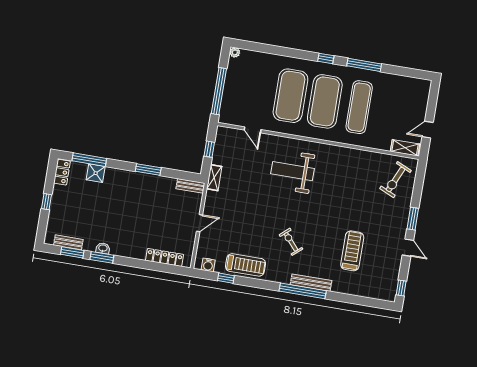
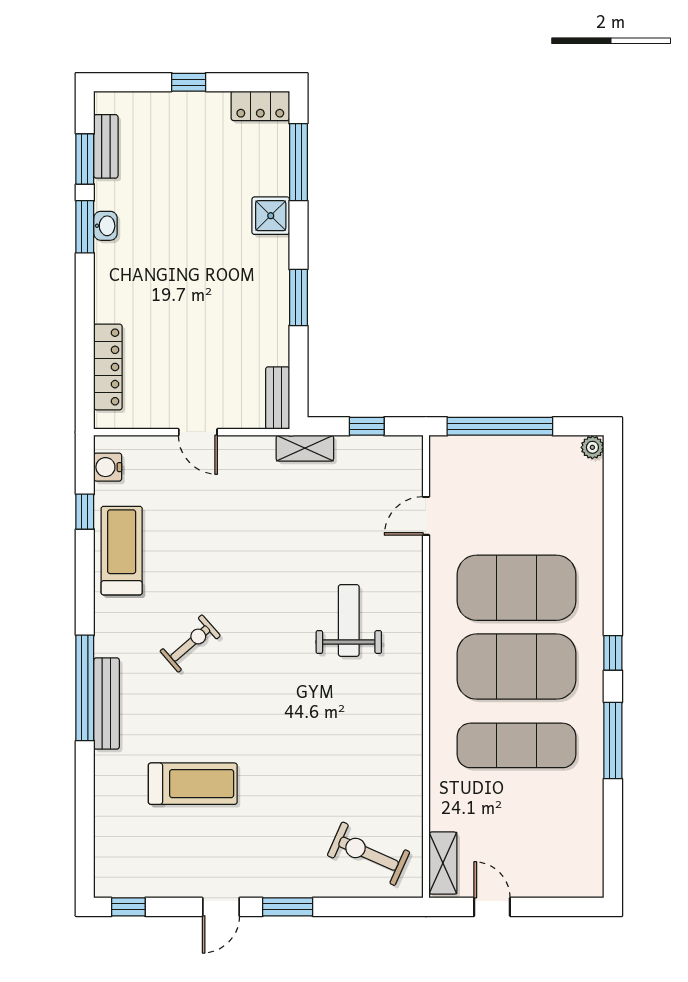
weight bench: (293, 171) -> (349, 620), width x0.73, depth x0.75
shower: (96, 173) -> (271, 216), moved
treadmill: (245, 265) -> (122, 551), turned 180

